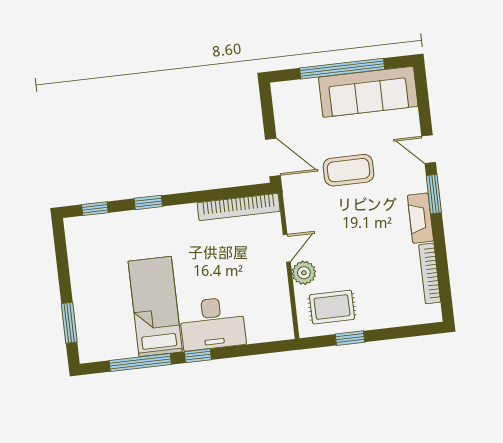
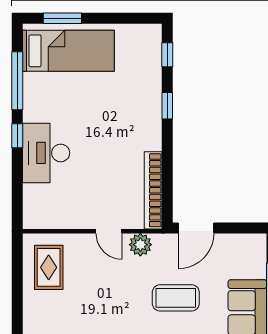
coffee table: (349, 170) -> (176, 298), turned 90
plant: (304, 273) -> (140, 245), moved
bed: (155, 306) -> (68, 51), moved
window: (350, 338) -> (17, 281), removed

